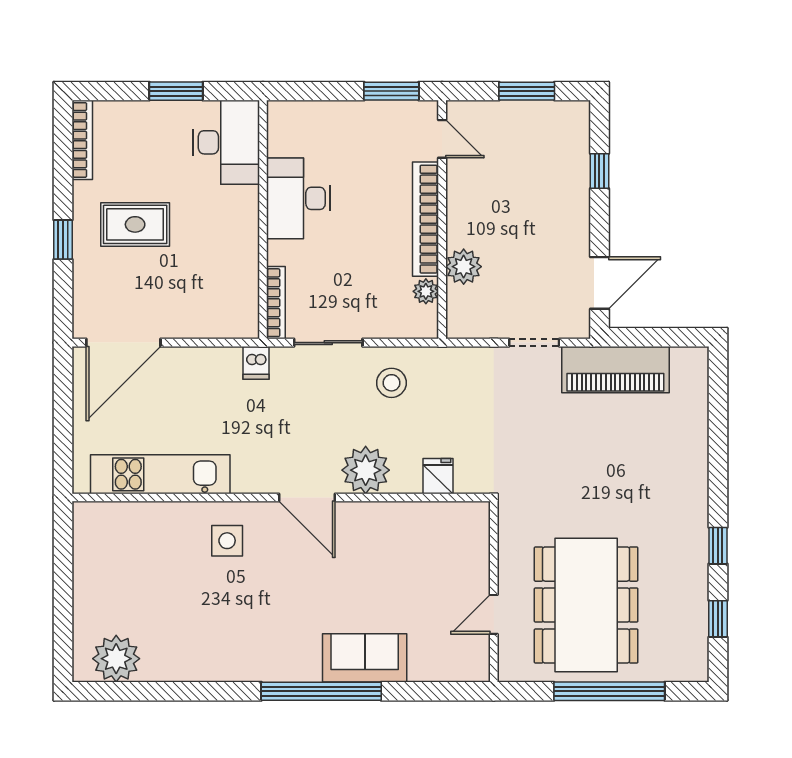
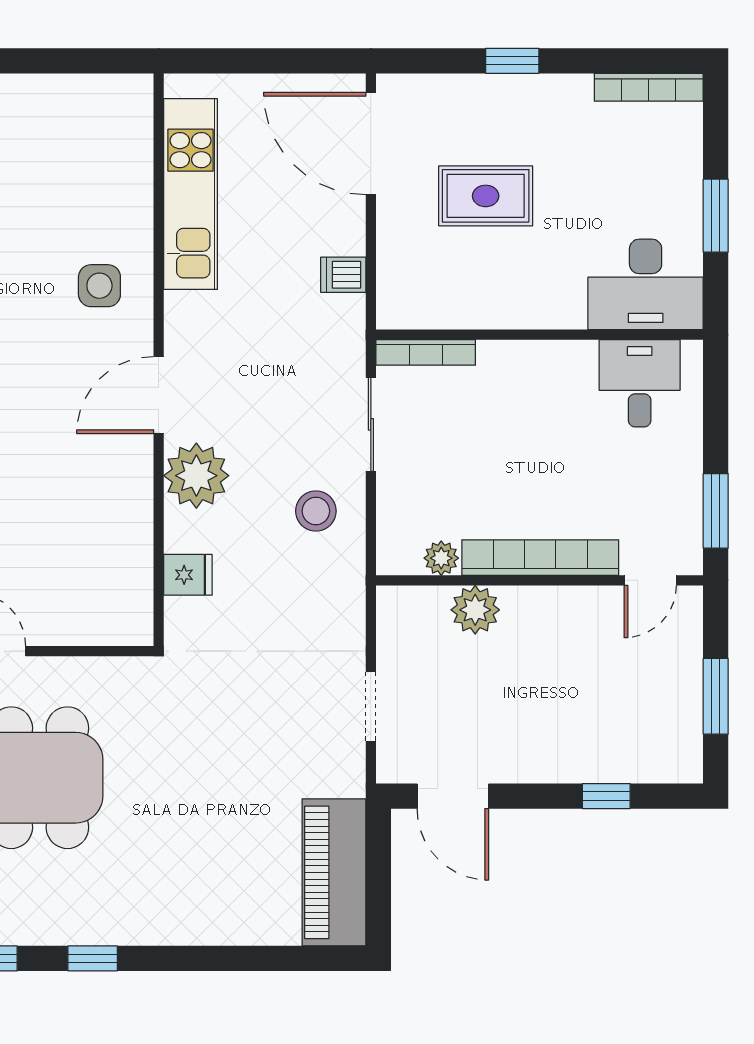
desk: (298, 198) -> (640, 383), moved, width x0.73
rug: (135, 224) -> (486, 196), moved, turned 90
dishwasher: (256, 363) -> (343, 275), moved
piano: (615, 370) -> (334, 872), moved

